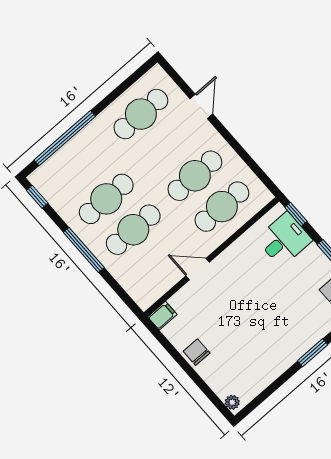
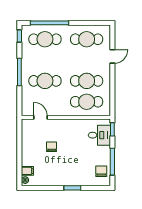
cafe table: (106, 199) -> (45, 39), moved
door: (198, 269) -> (40, 117), moved
filing cabinet: (162, 316) -> (27, 171), moved
chair: (197, 352) -> (52, 147), moved

